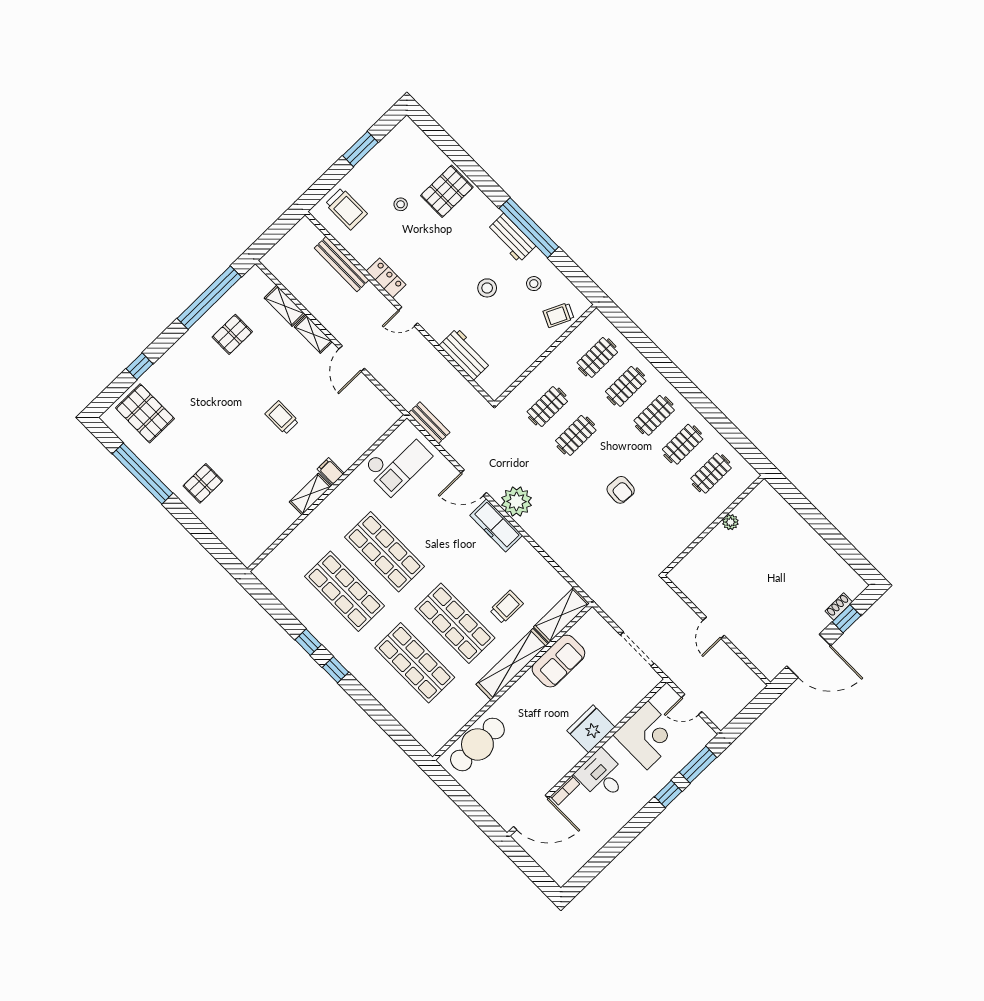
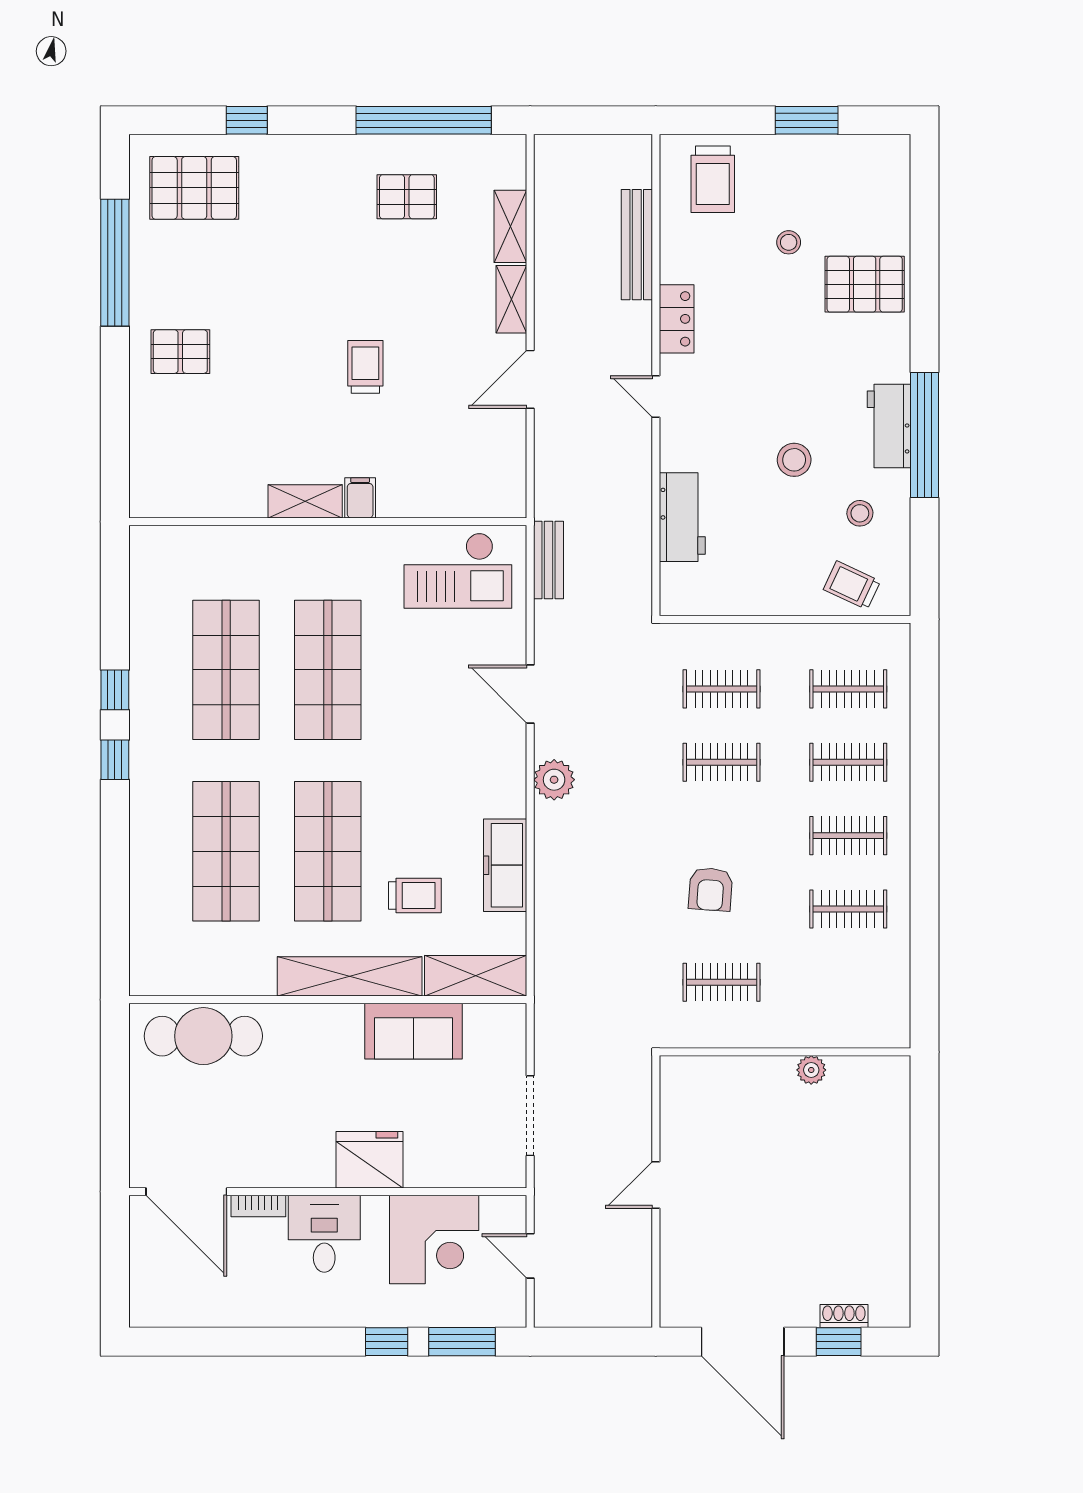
pallet: (145, 413) -> (194, 188), turned 90
clothes rail: (711, 473) -> (722, 982), moved
plant: (516, 501) -> (554, 780), width x0.73, depth x0.73
freezer: (496, 525) -> (505, 865), moved

